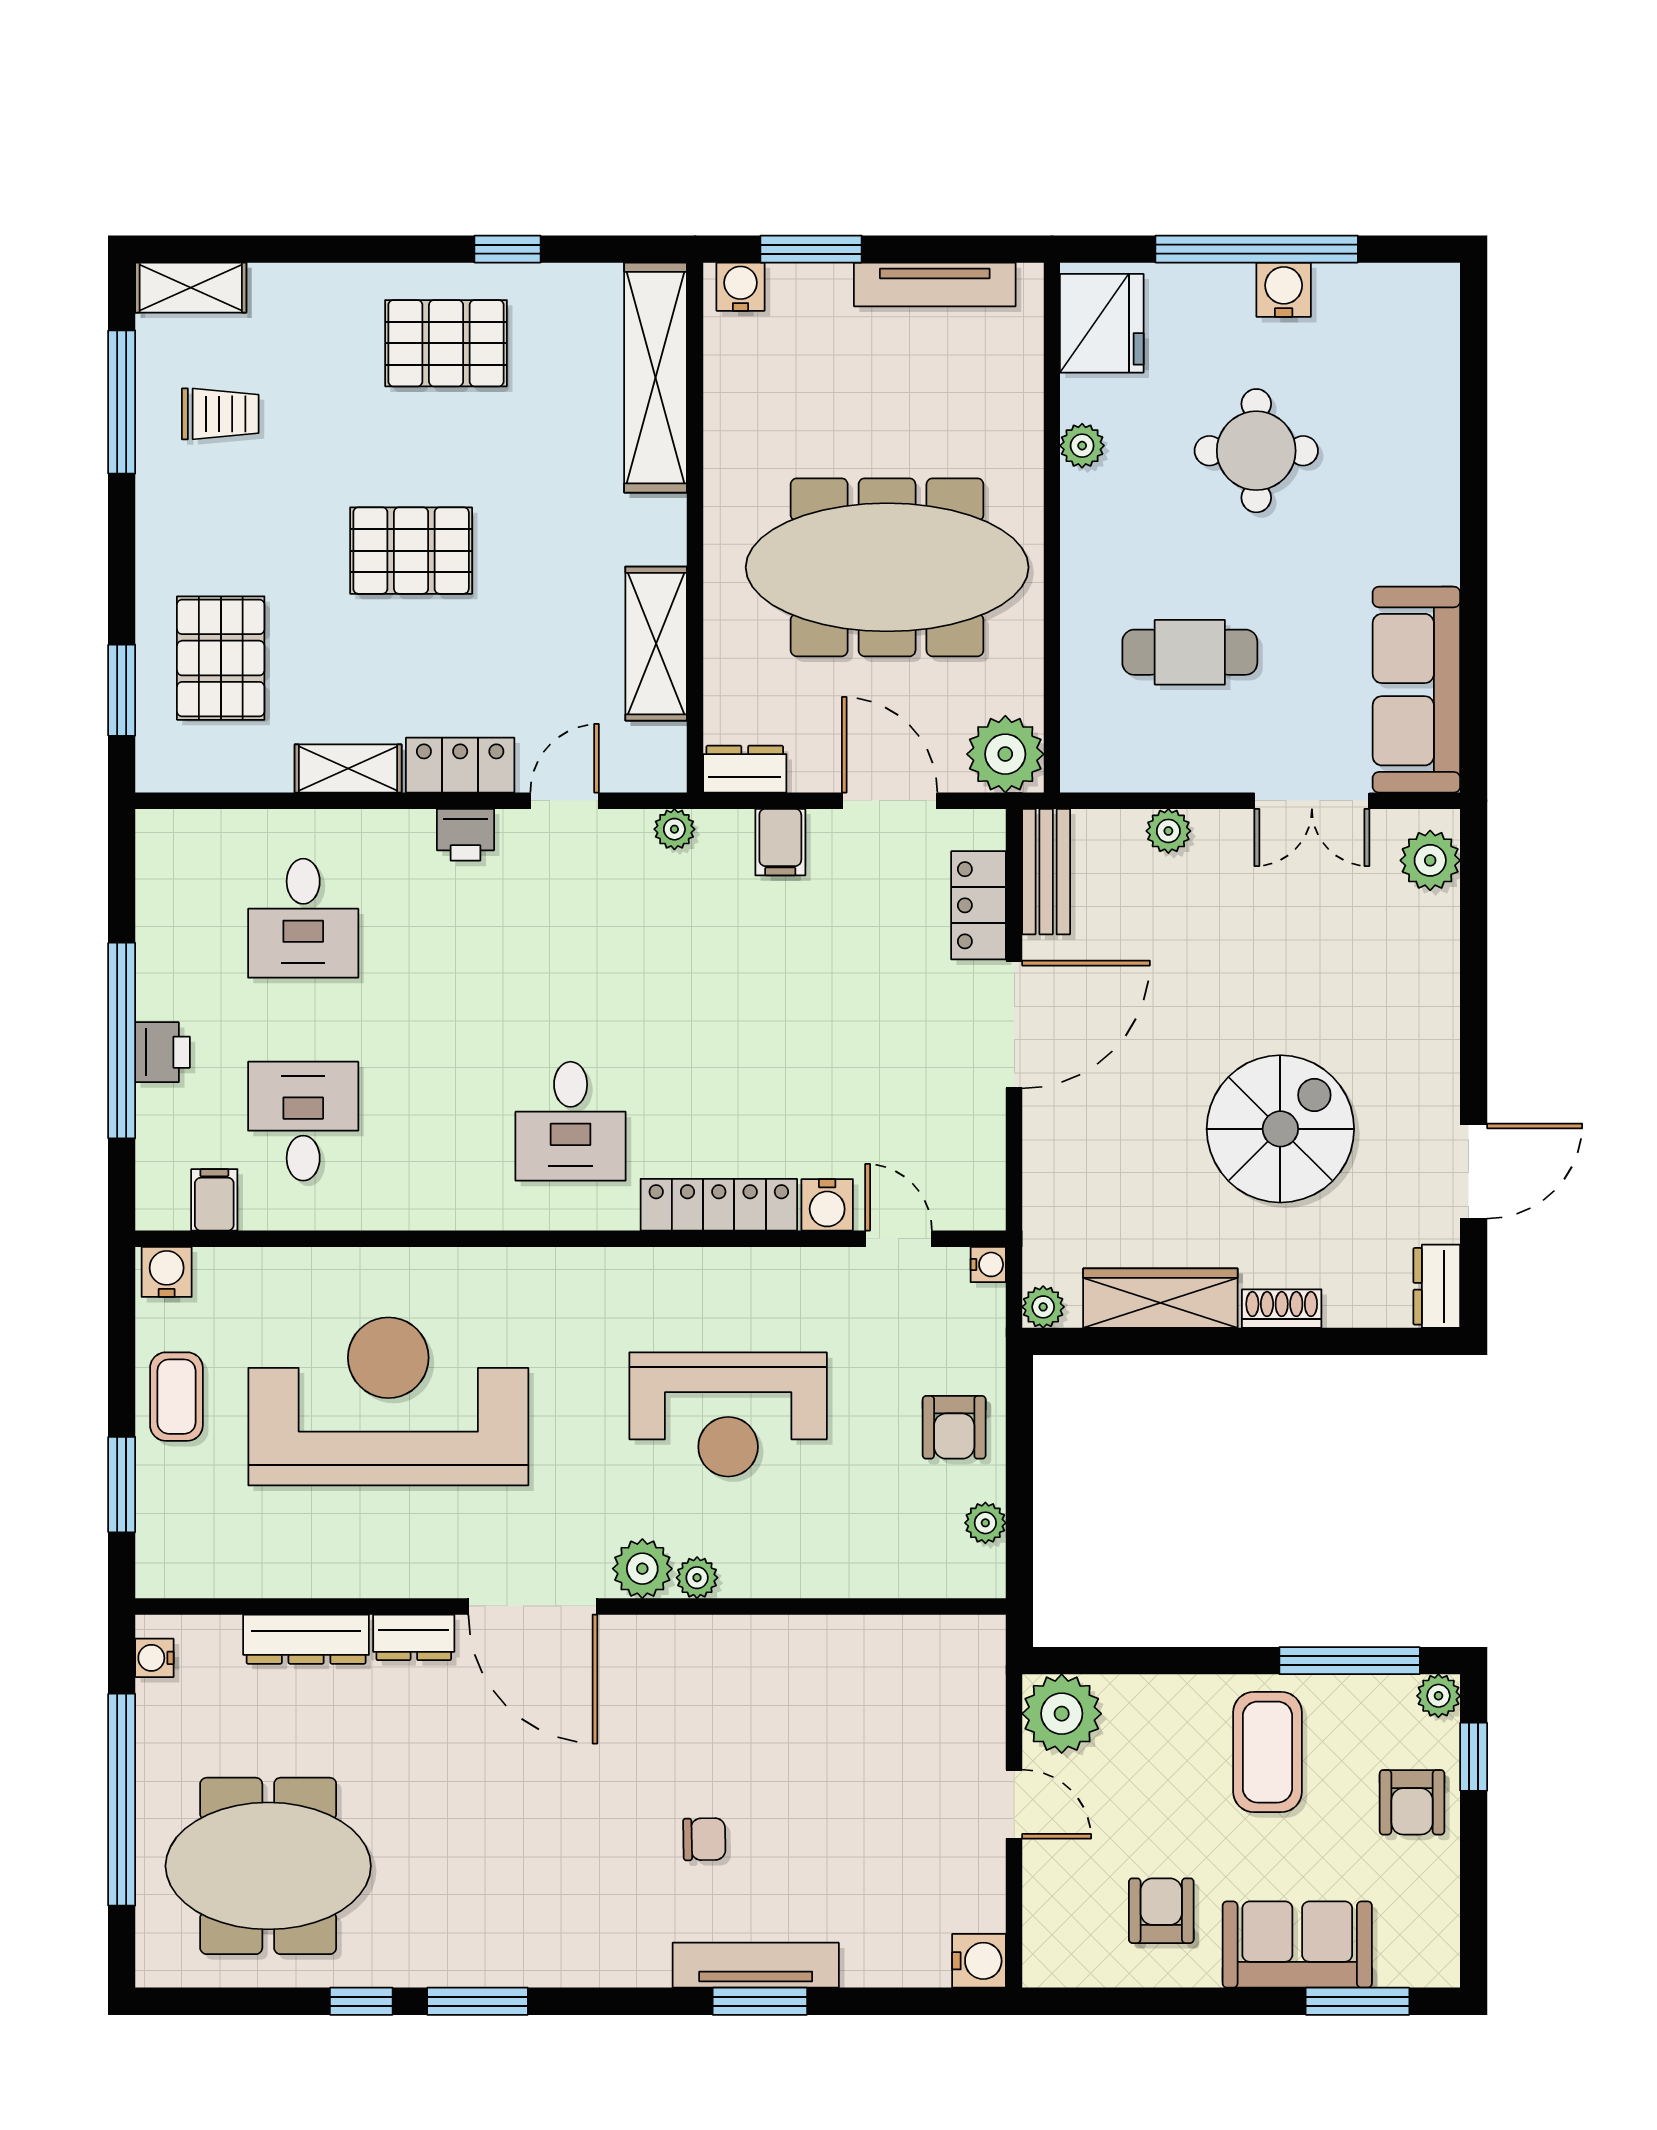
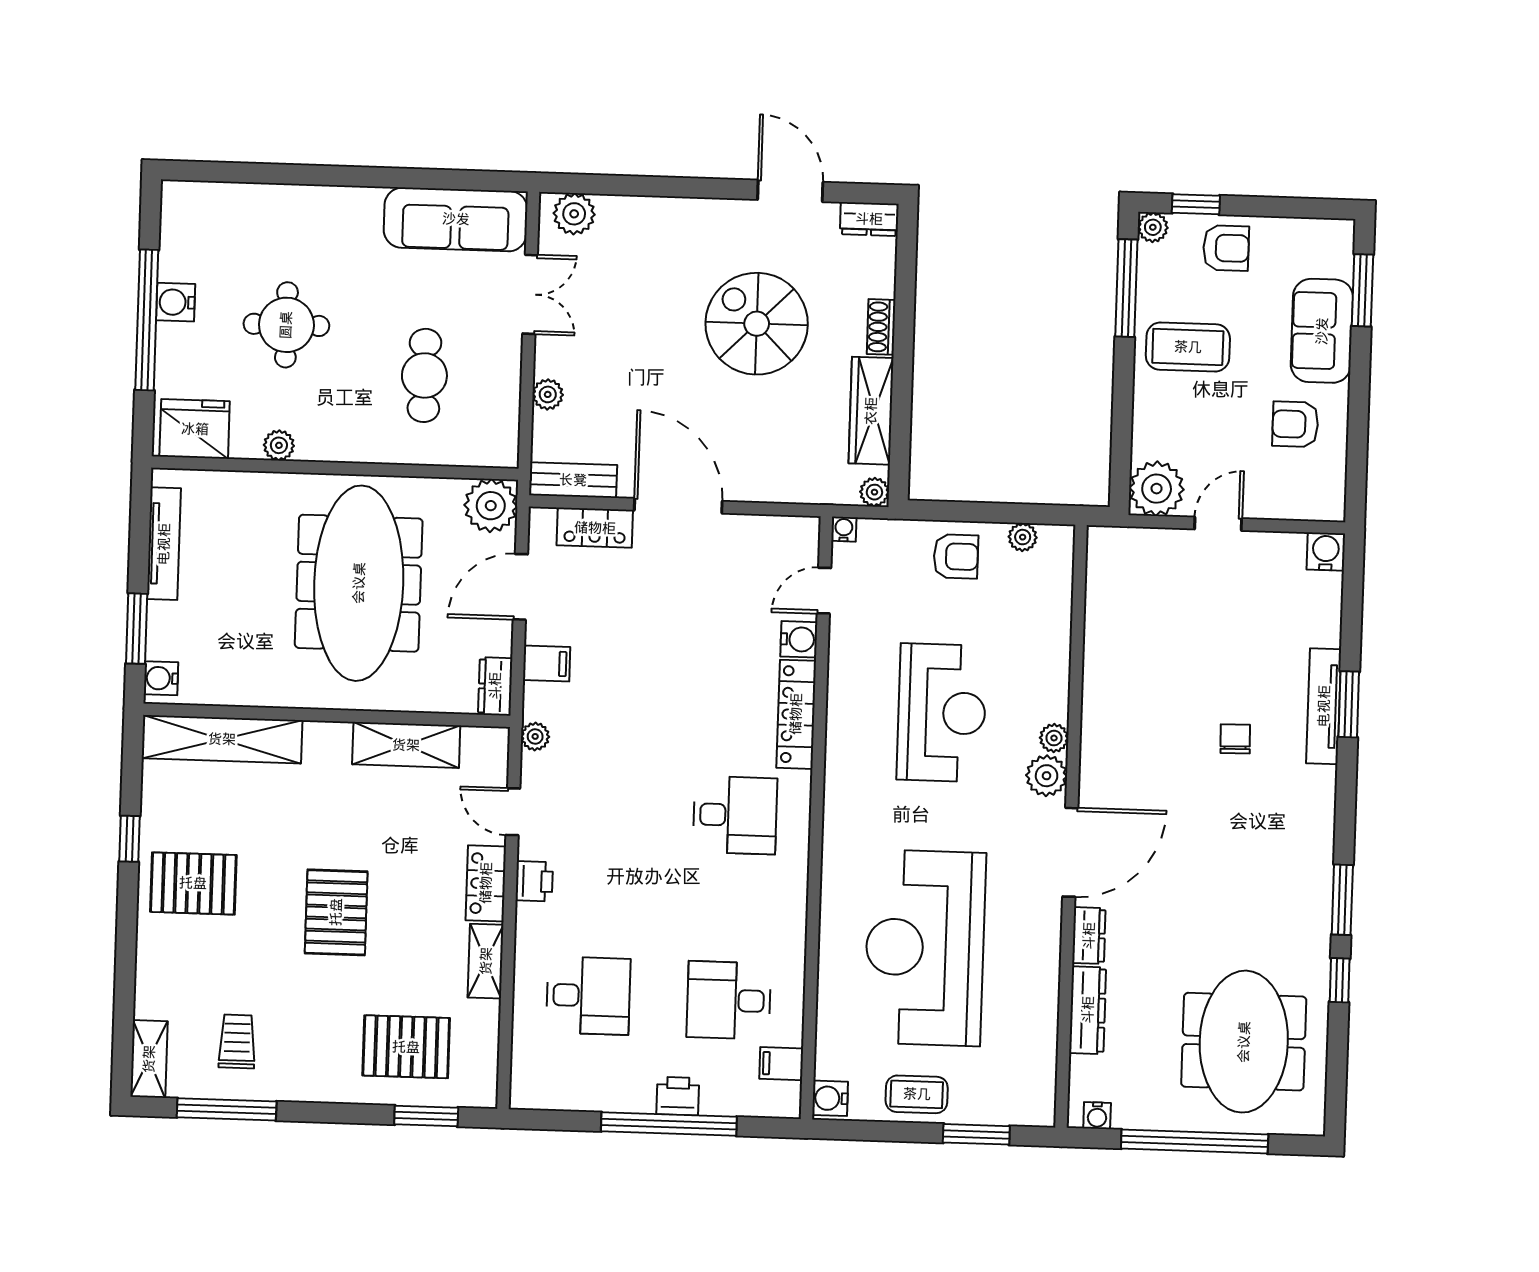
pallet: (446, 343) -> (193, 883), turned 90

